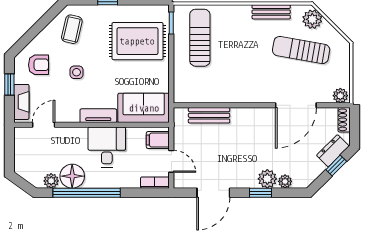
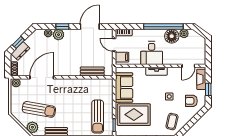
sofa: (144, 108) -> (124, 88), moved, turned -90

